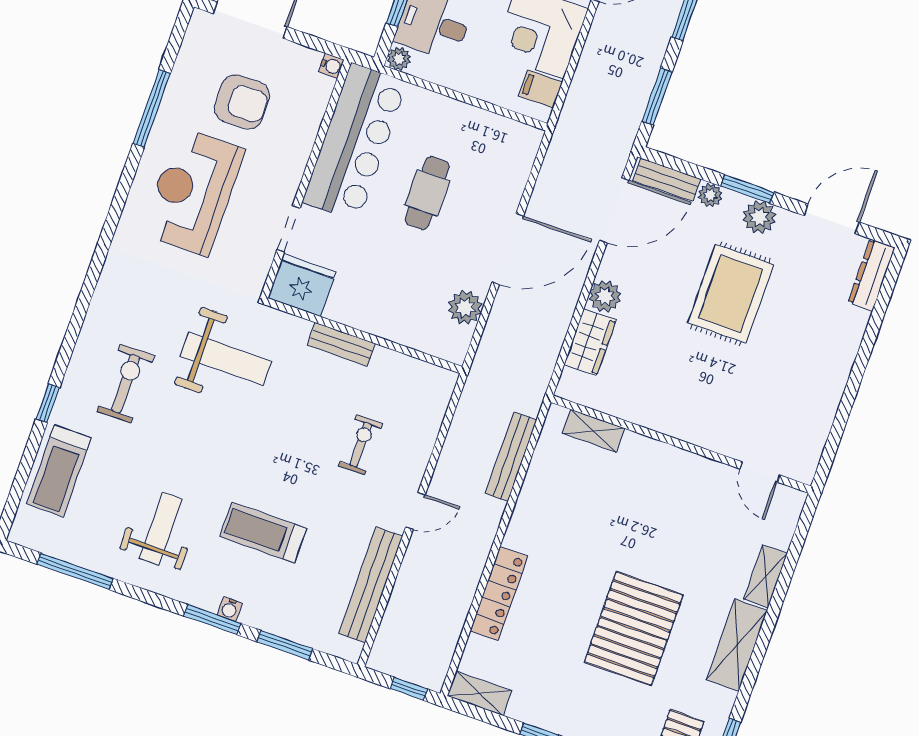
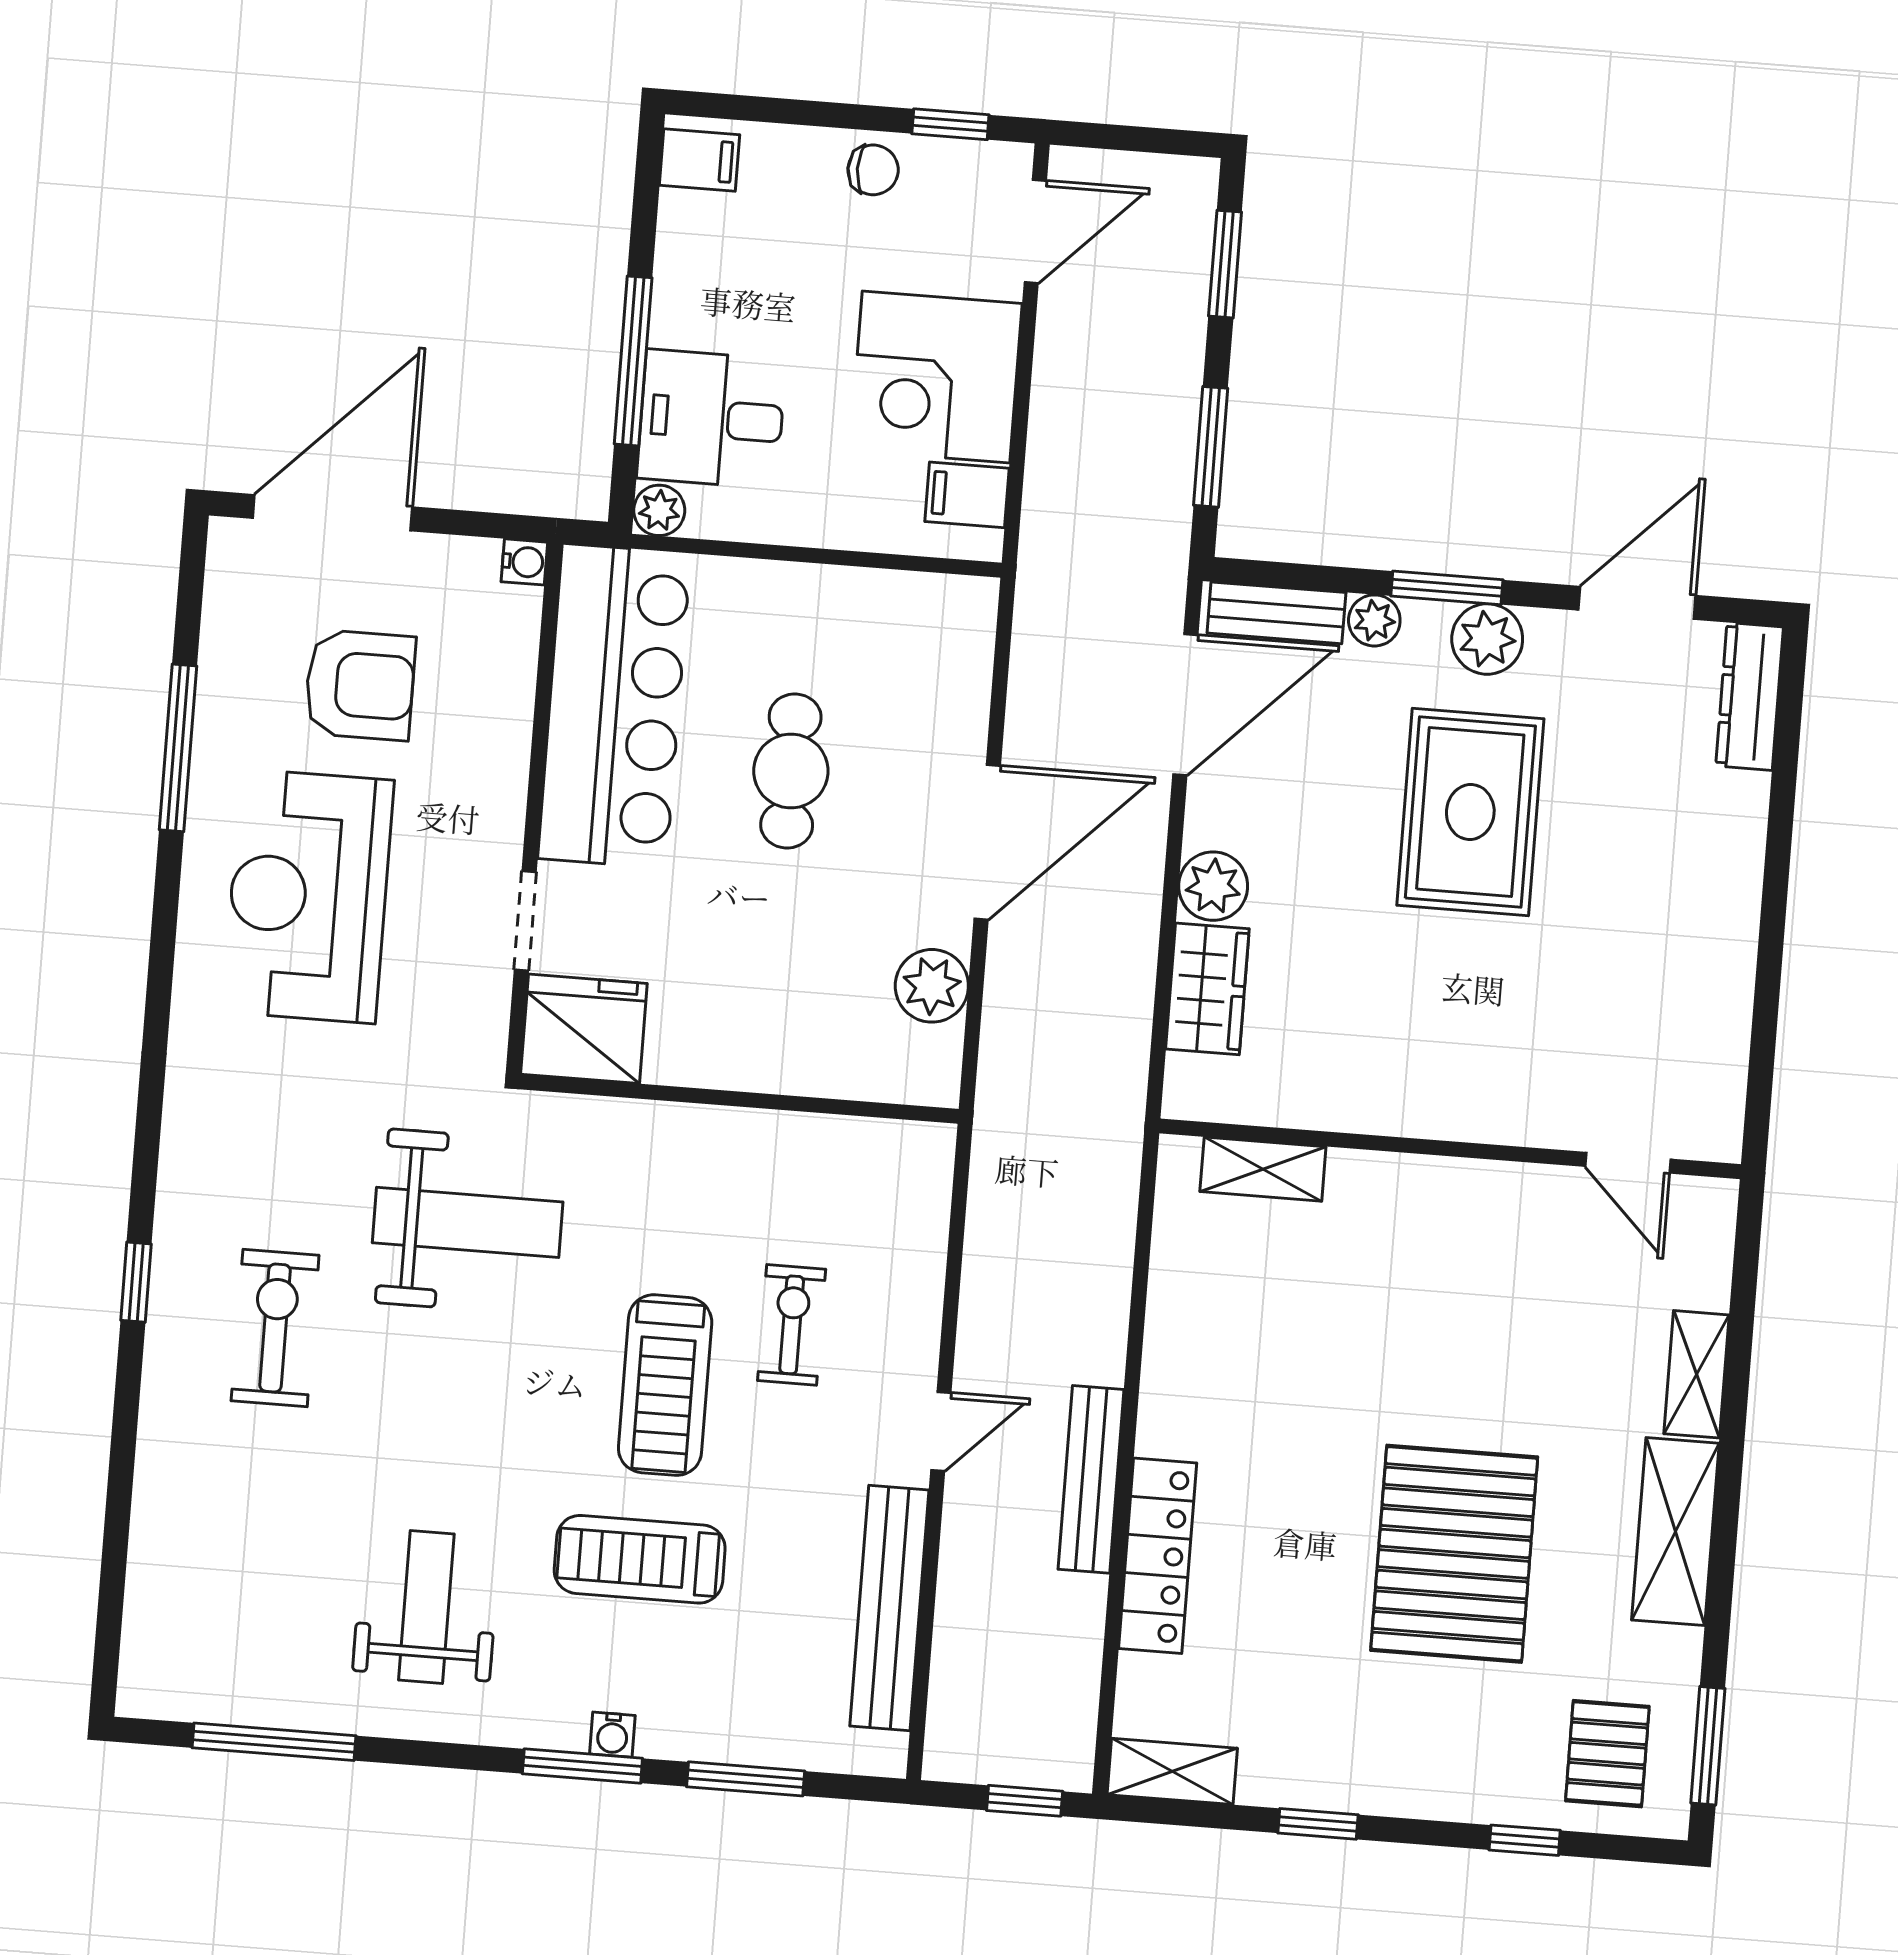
bench: (341, 344) -> (697, 1129), removed
window: (48, 403) -> (136, 1282), moved
bench: (511, 457) -> (1091, 1479), moved
treadmill: (59, 471) -> (665, 1385), moved

